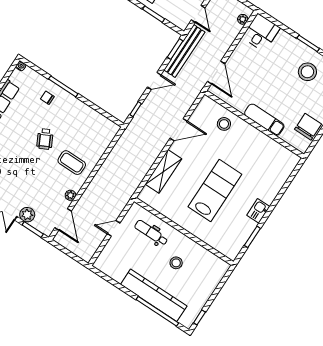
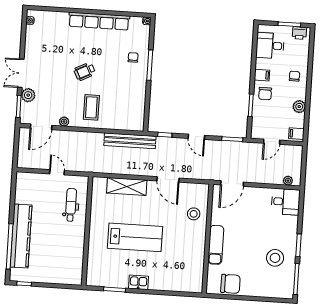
bench: (184, 51) -> (130, 141), moved
wheelchair: (45, 139) -> (85, 72), moved
stool: (176, 263) -> (58, 239), removed

